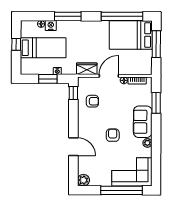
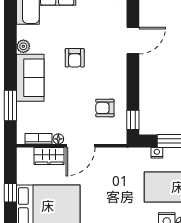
window: (156, 44) -> (10, 193), width x0.46
wardrobe: (87, 69) -> (49, 156), moved
door: (73, 147) -> (133, 41), swing flipped

